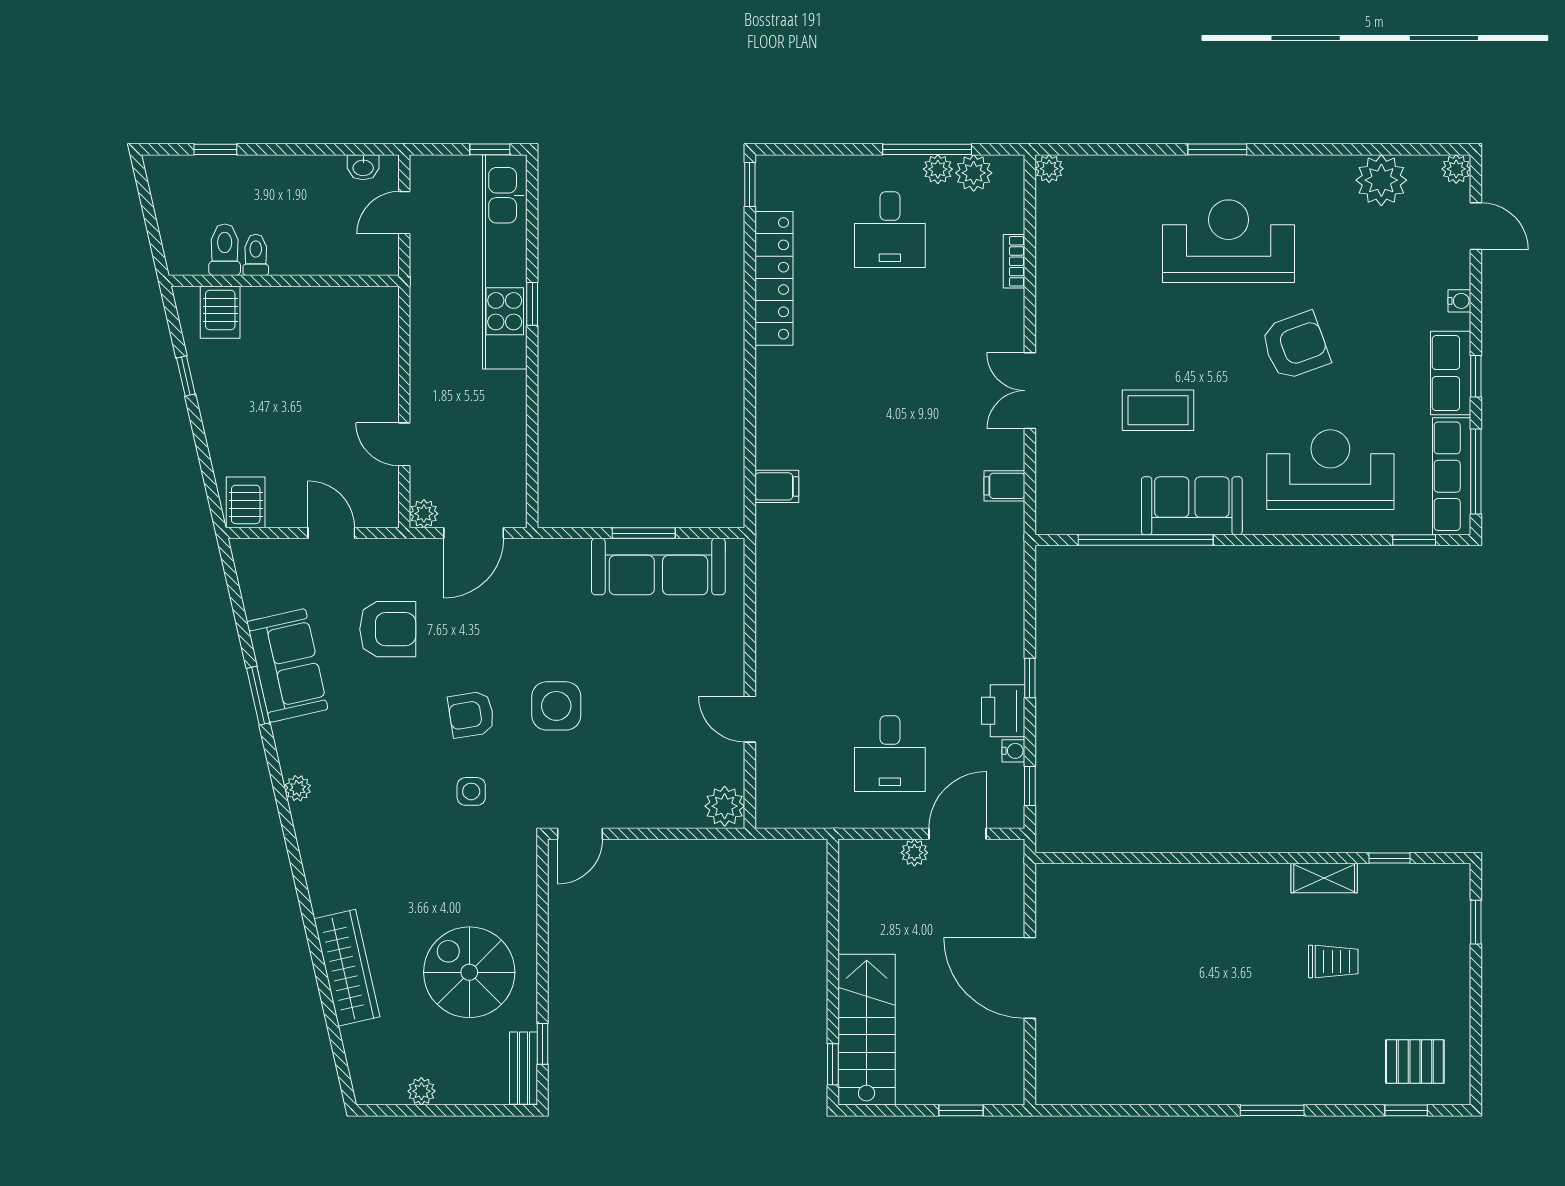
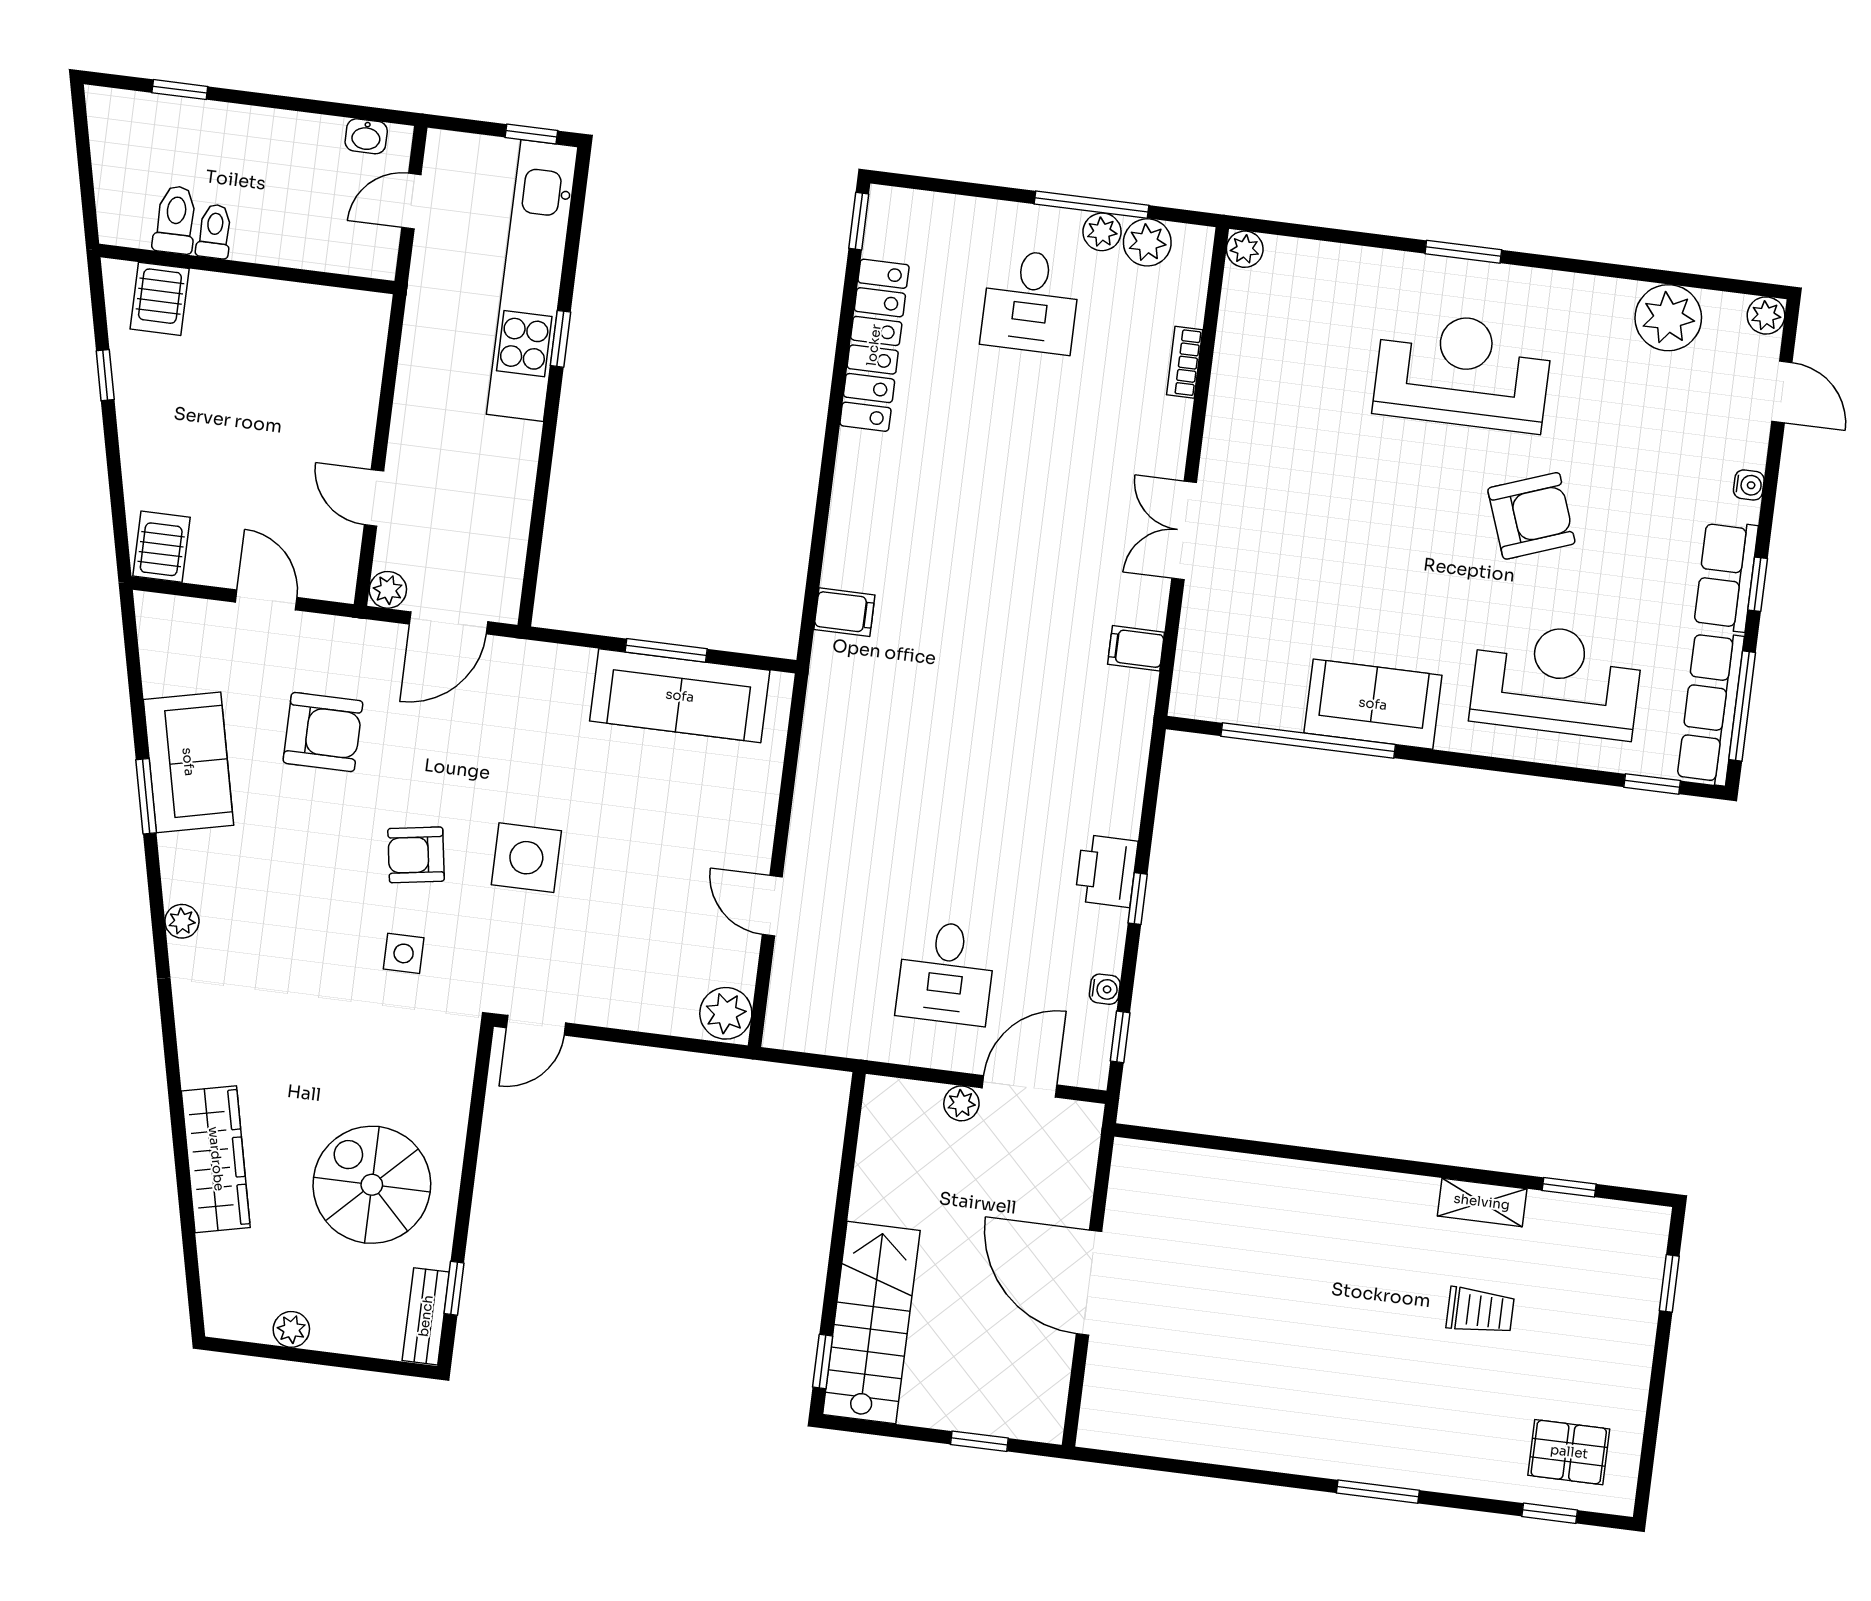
coffee table: (1158, 410) -> (1345, 576), removed
printer: (1003, 711) -> (1106, 871), moved

